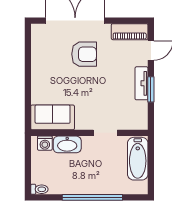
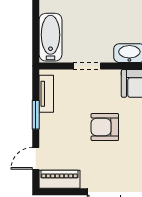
armchair: (84, 54) -> (105, 127), moved
tv unit: (142, 83) -> (46, 94), moved

